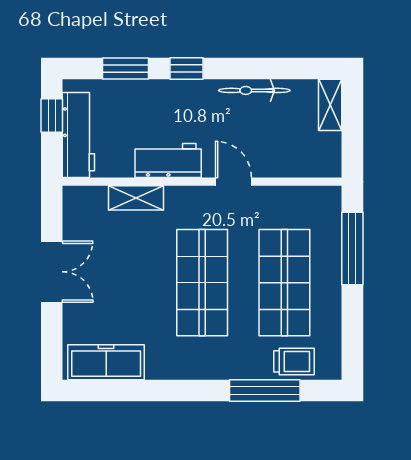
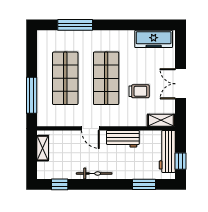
window: (186, 68) -> (60, 184), moved
bicycle: (254, 90) -> (94, 174), moved
shelving: (330, 105) -> (43, 148), moved
shelving: (136, 198) -> (161, 120), moved
trolley: (294, 361) -> (139, 91), moved, turned 180

